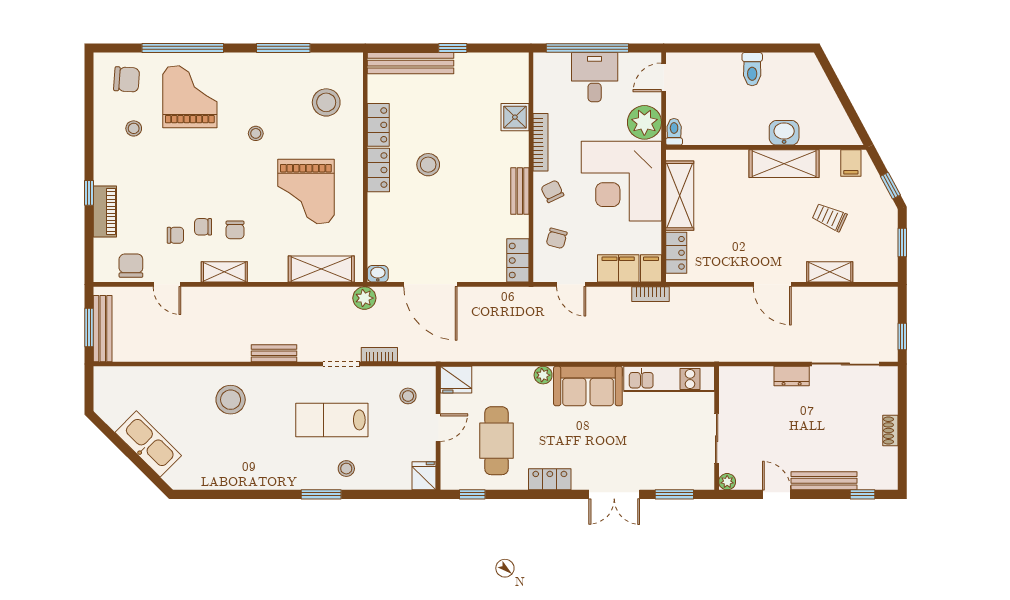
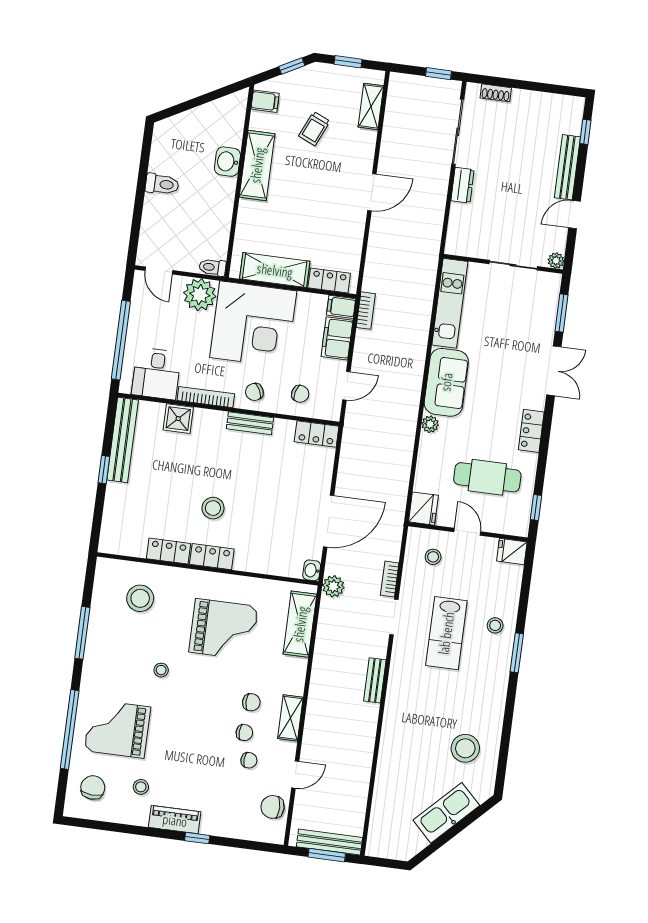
bench: (411, 63) -> (123, 440), moved
desk: (595, 77) -> (156, 374), moved, turned -90
piano: (105, 211) -> (175, 820), moved
chair: (203, 227) -> (244, 733), turned -88
chair: (175, 235) -> (249, 760), turned 93
shelving: (830, 272) -> (371, 106), moved
stool: (231, 400) -> (465, 748), moved
shoe rack: (890, 431) -> (496, 93), moved

